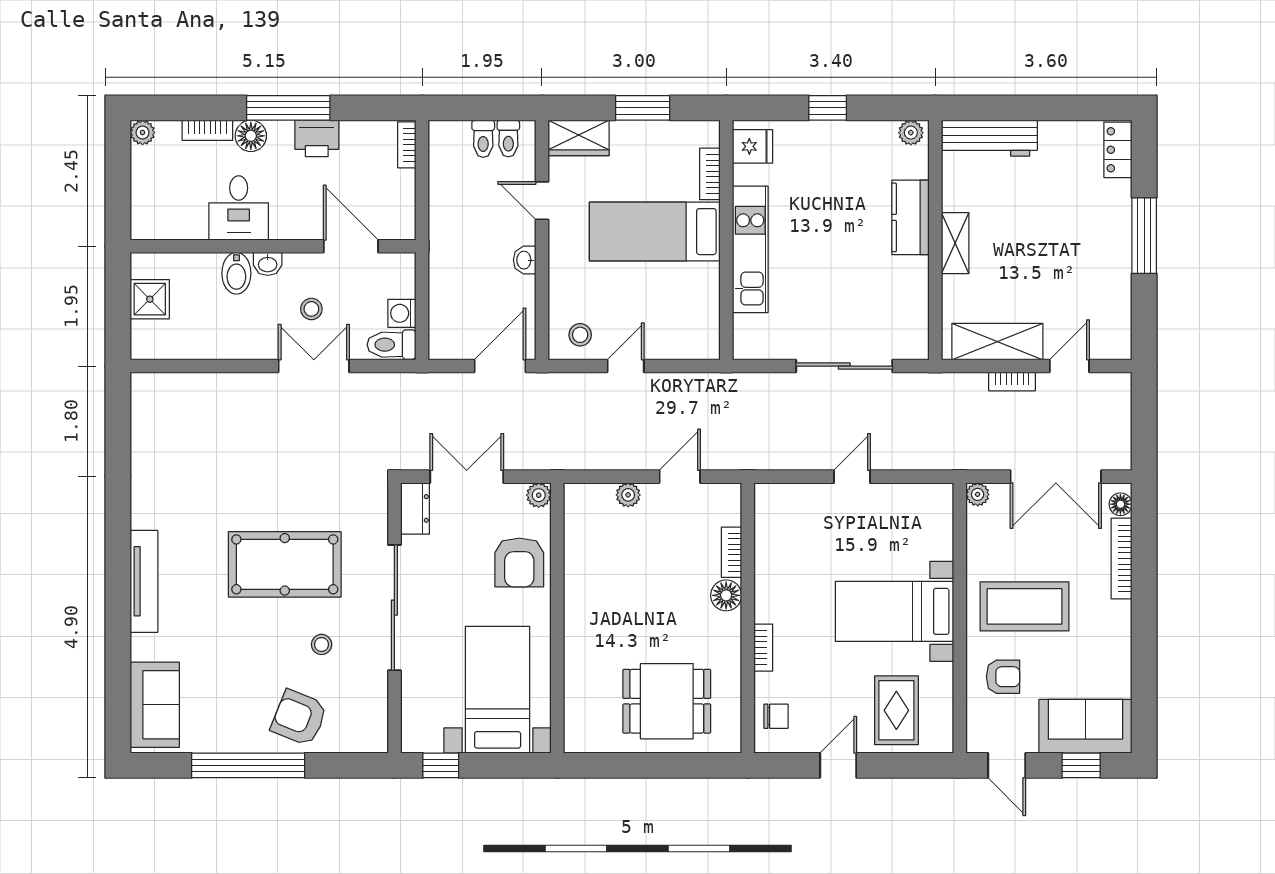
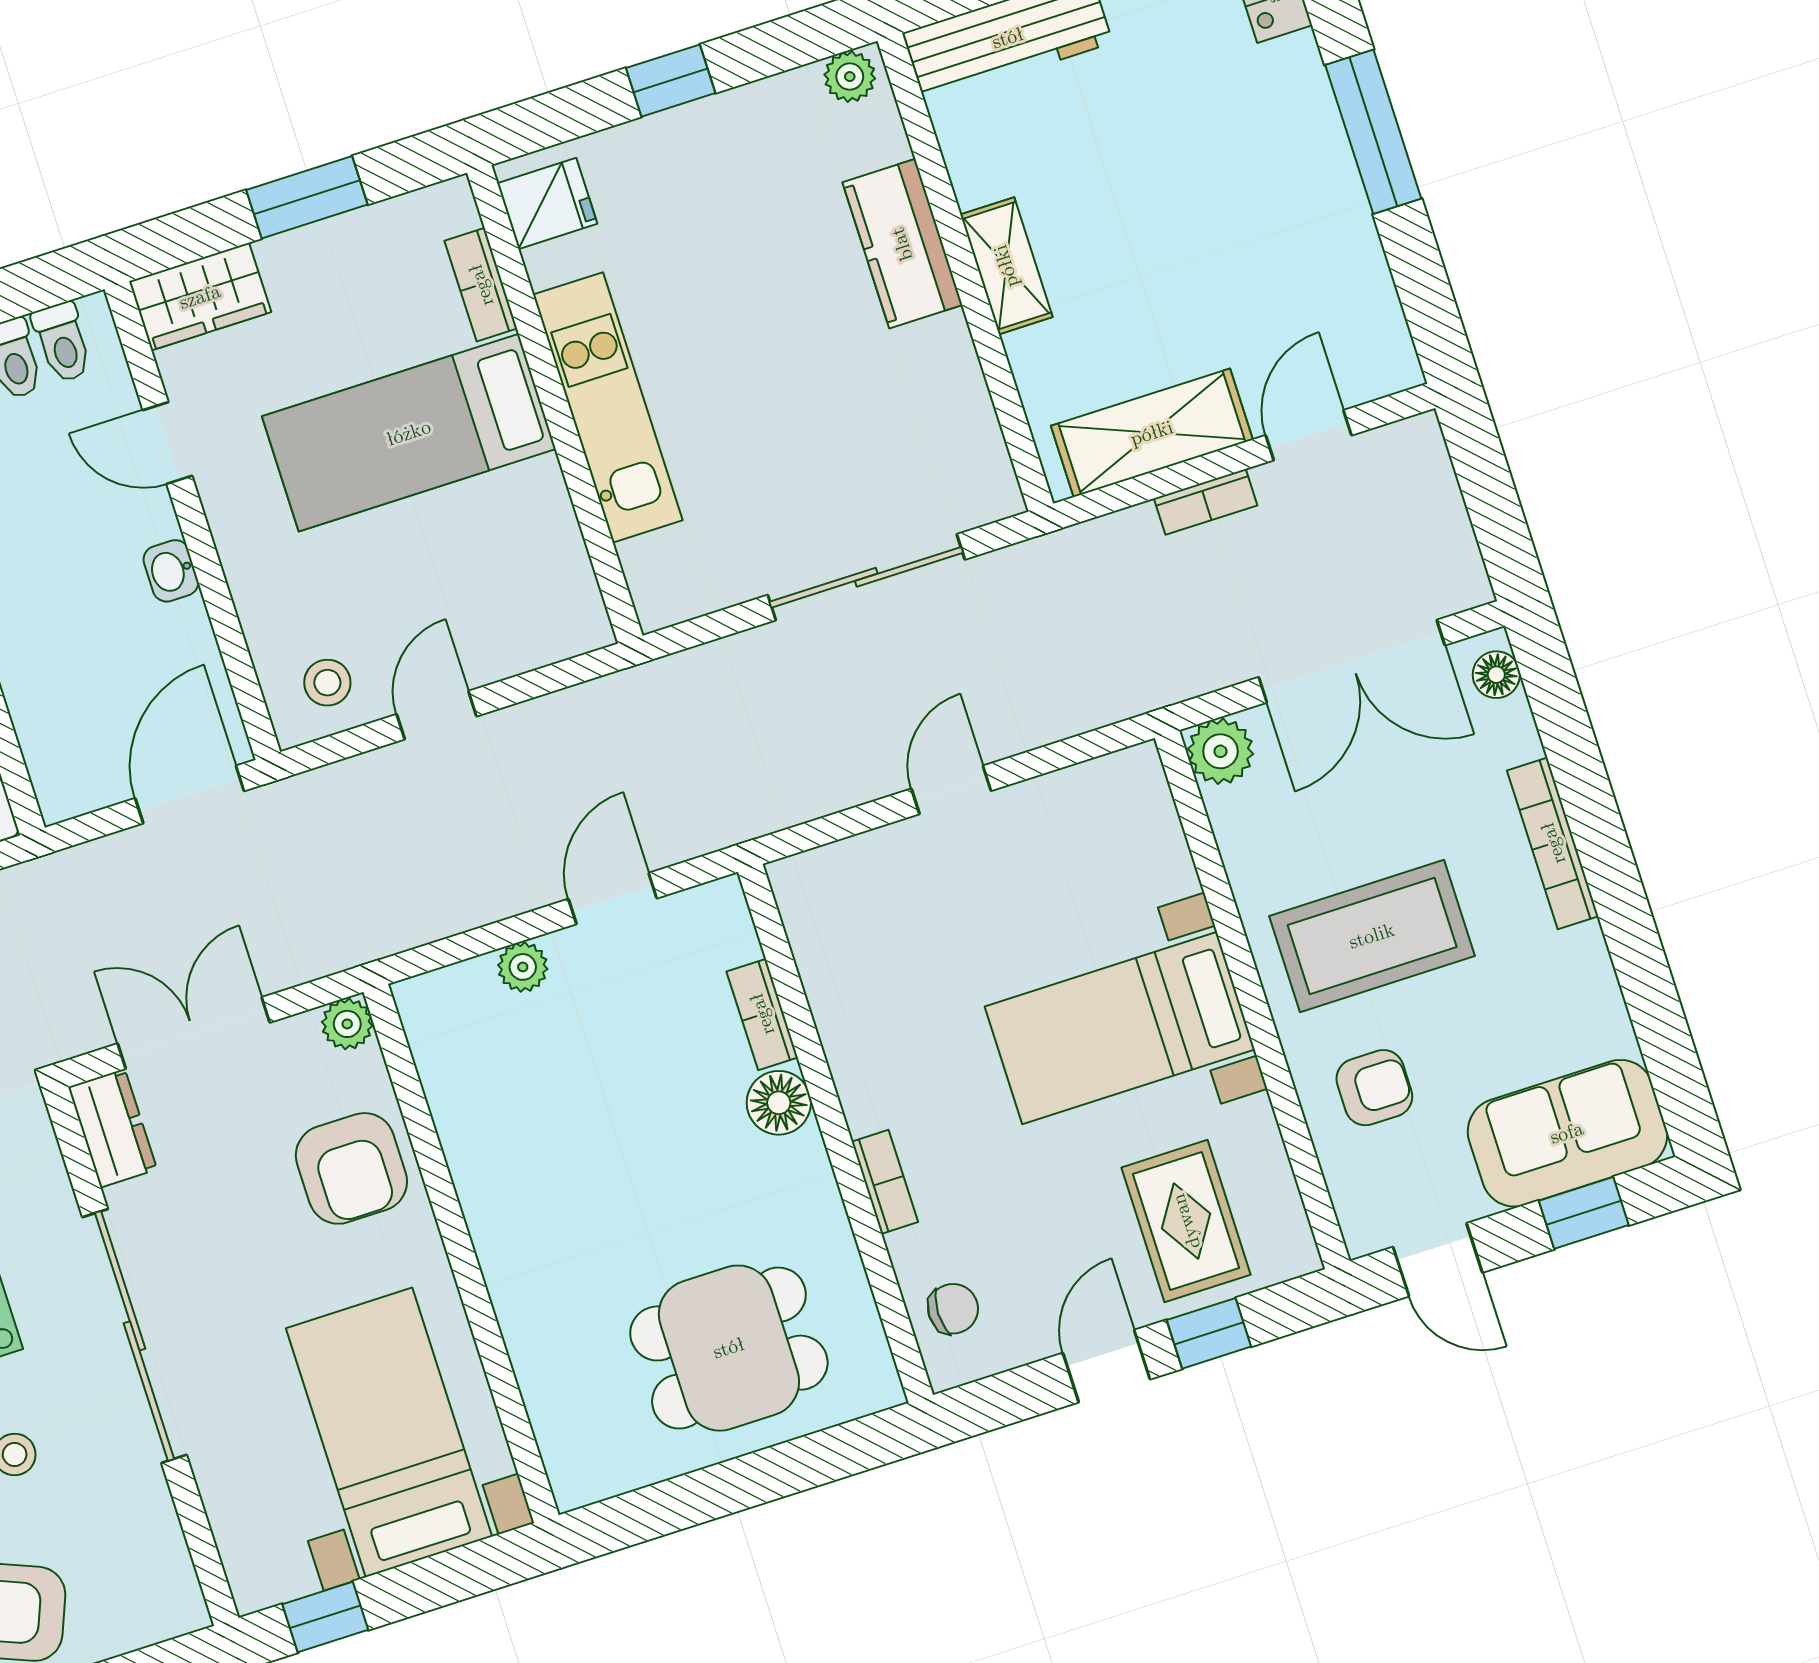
plant: (978, 494) -> (1220, 751), width x1.38, depth x1.38
bookcase: (1121, 558) -> (1553, 843), moved
window: (890, 765) -> (1209, 1333), added

